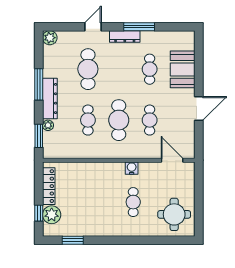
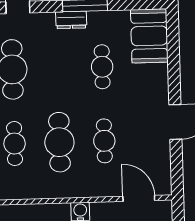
dresser: (125, 36) -> (71, 20), width x0.70
booth: (183, 69) -> (149, 36), moved

